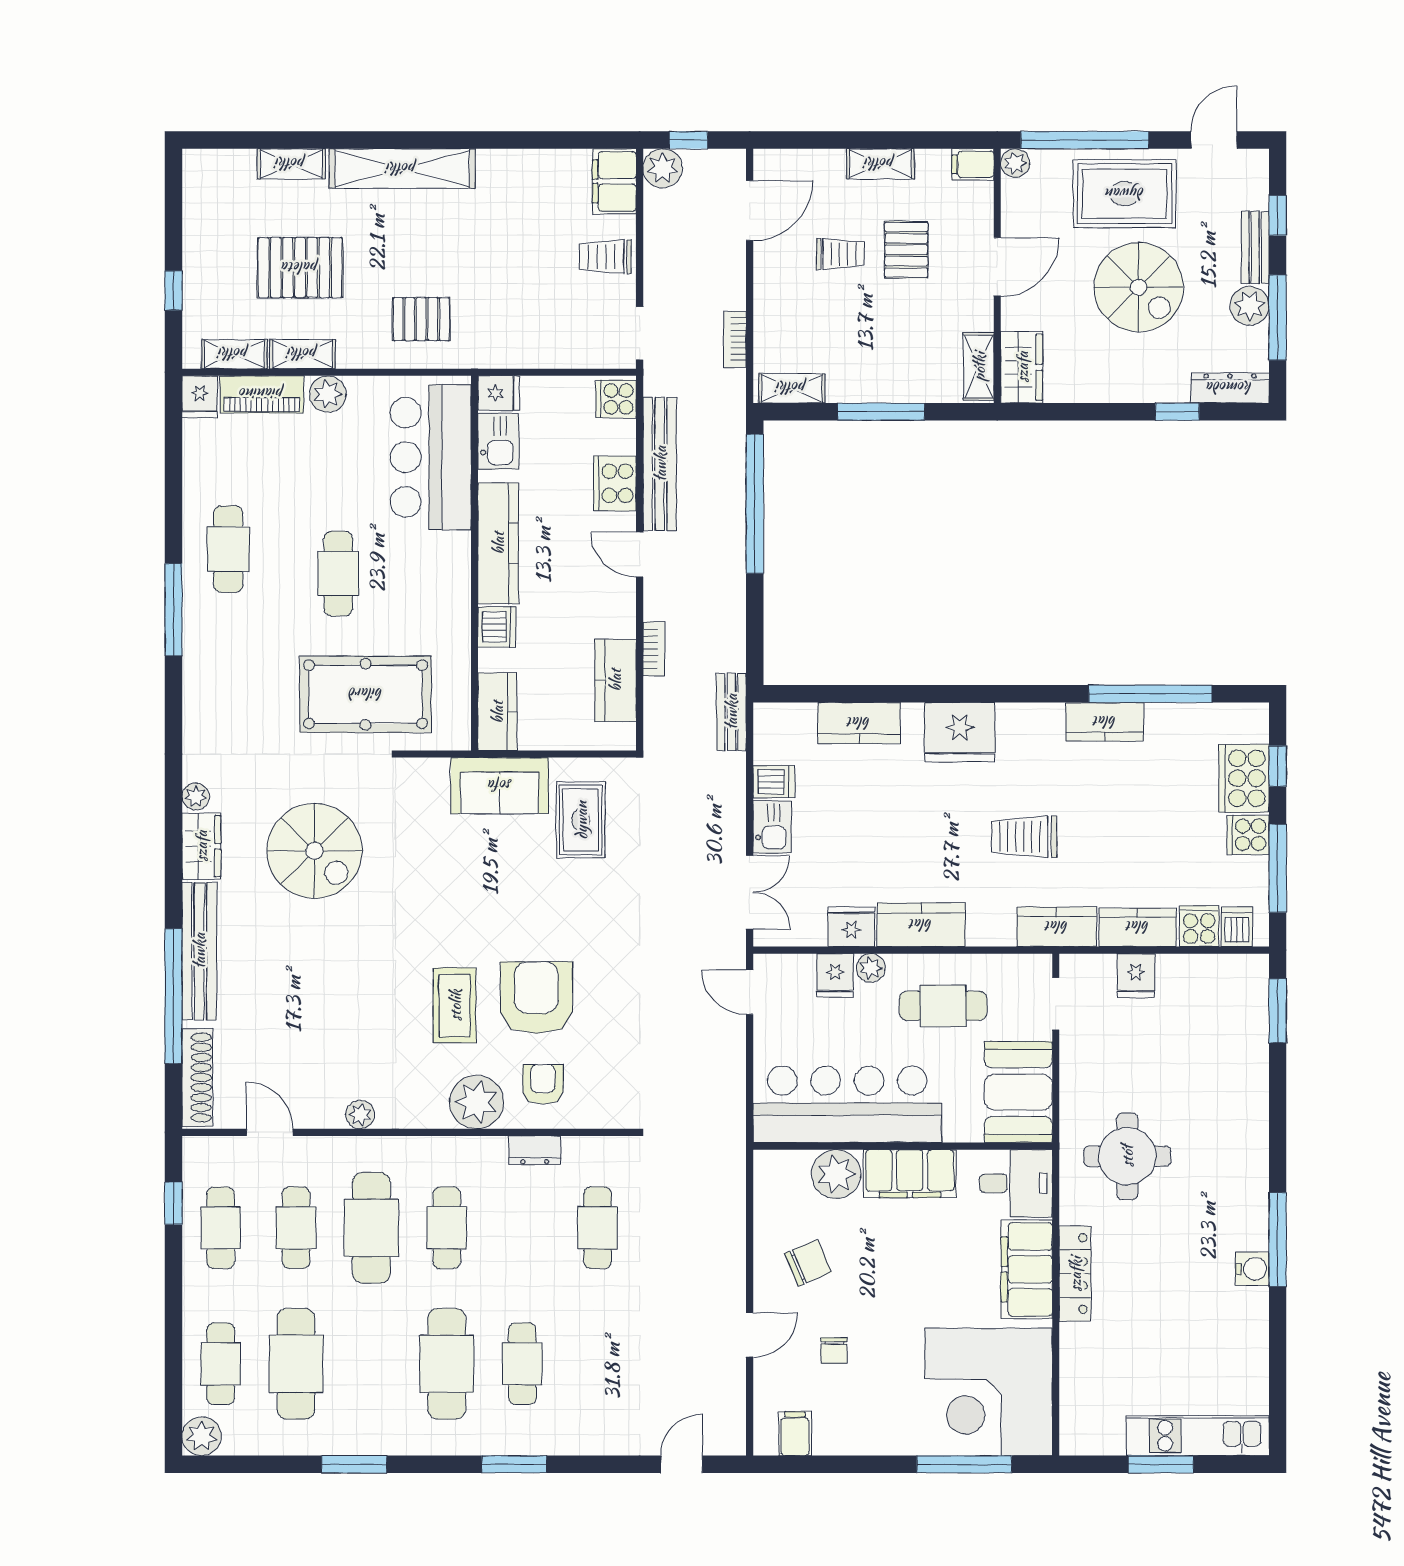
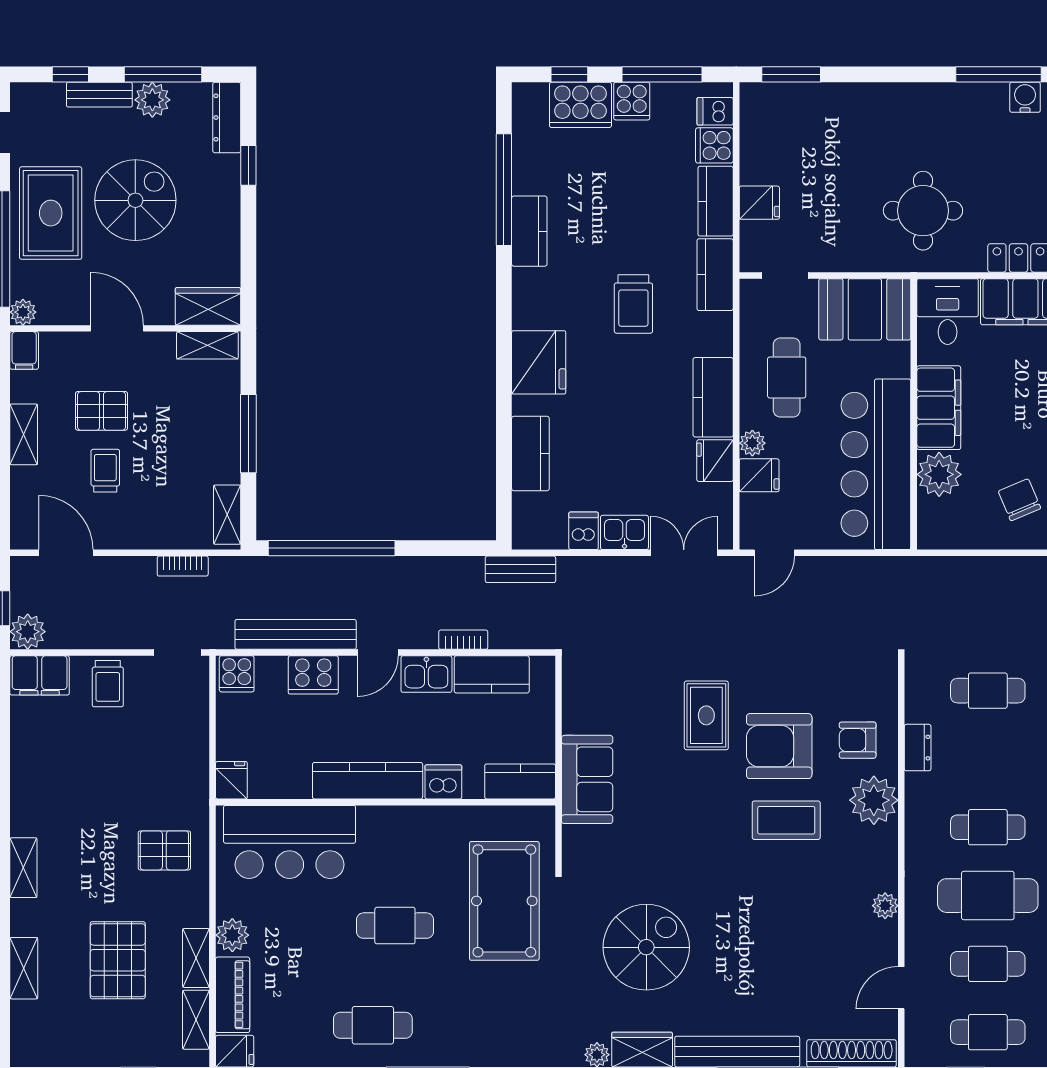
shelving: (402, 169) -> (23, 868), width x0.45, depth x0.75
pallet: (421, 319) -> (164, 850), turned 90
kitchen sink: (498, 441) -> (426, 674), moved, turned 180
rug: (581, 820) -> (706, 715), moved, turned 90

